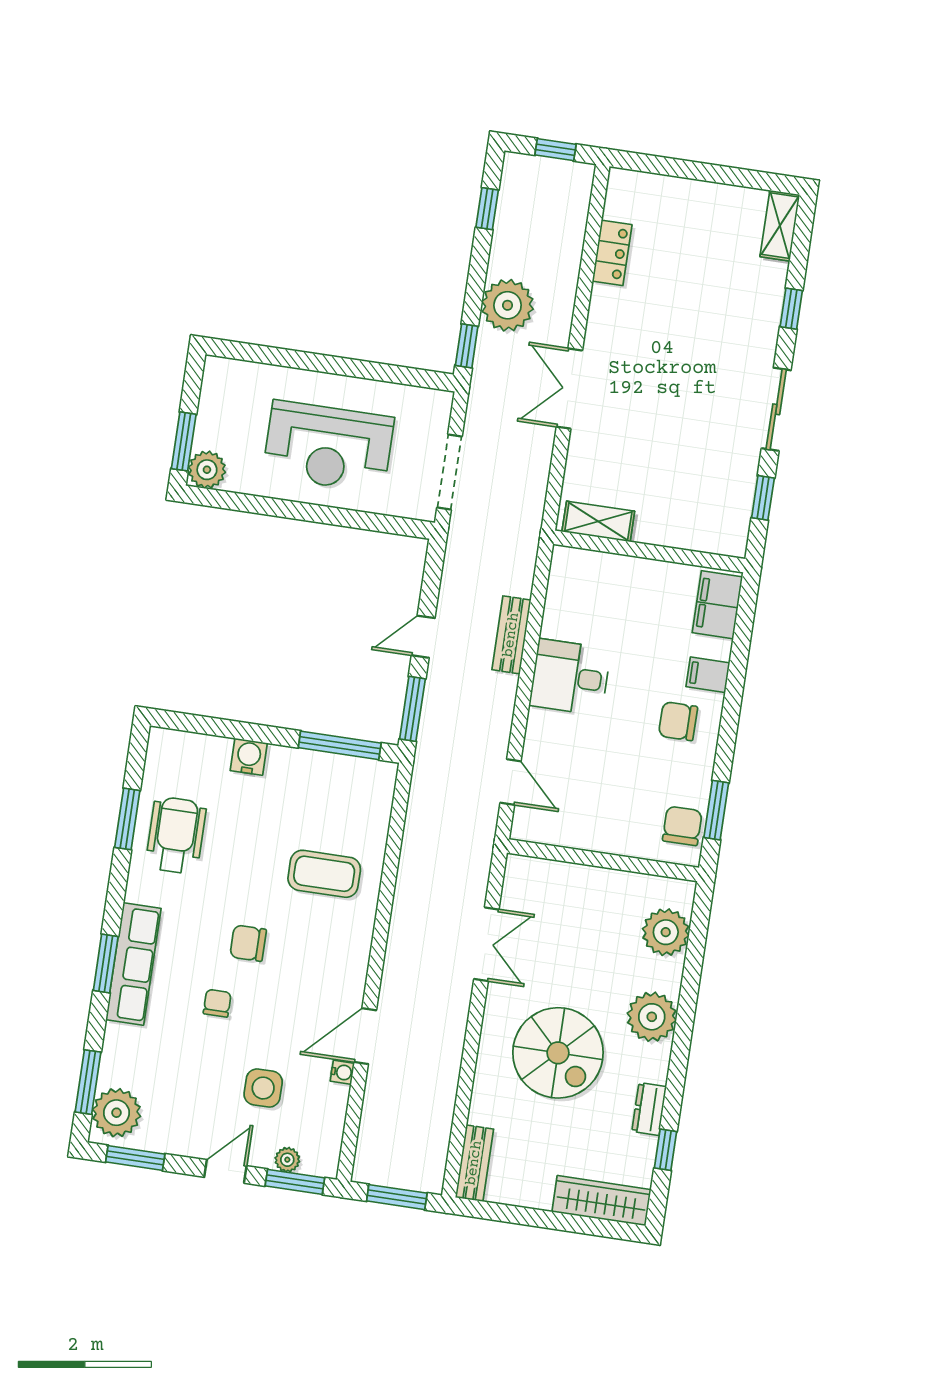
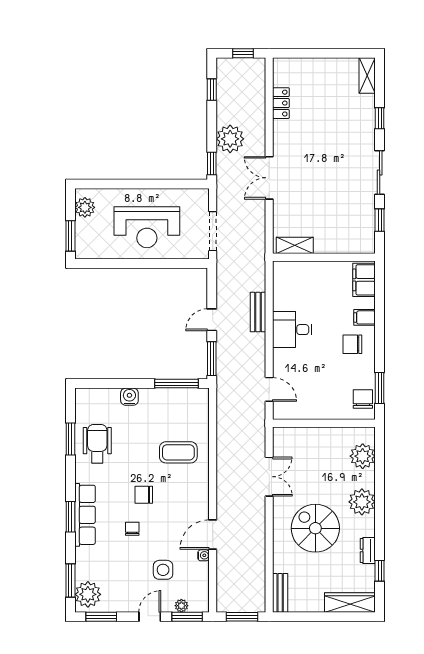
plant: (207, 470) -> (85, 207), moved
spiral stairs: (558, 1053) -> (315, 528), turned 180

